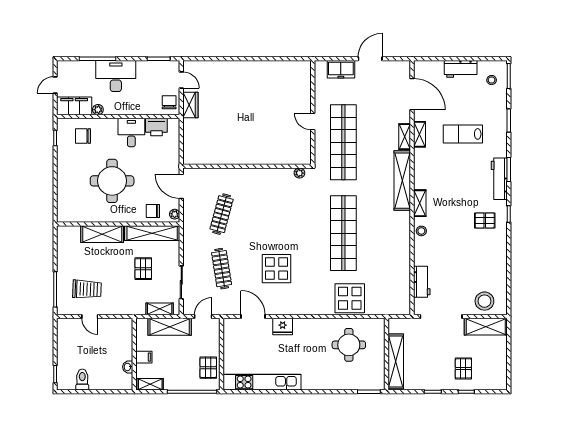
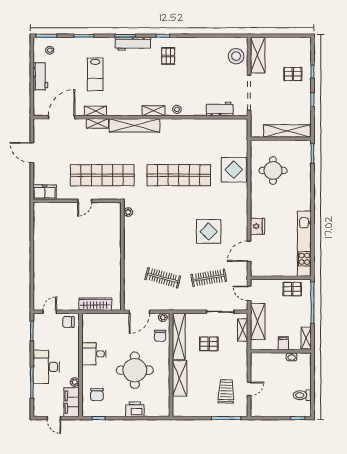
freezer: (341, 69) -> (45, 192), moved, turned -90
wardrobe: (190, 105) -> (95, 304), moved, width x1.50
printer: (156, 127) -> (135, 409), moved, turned -90

